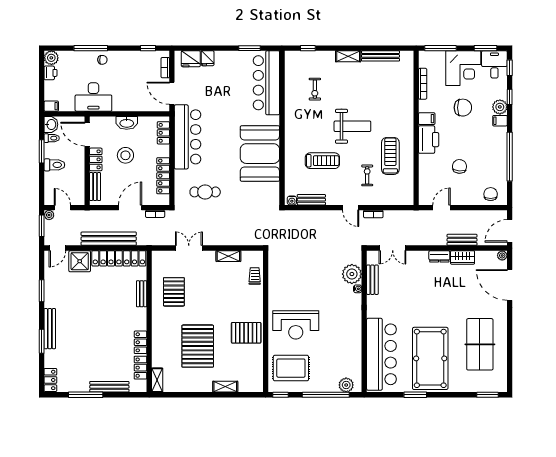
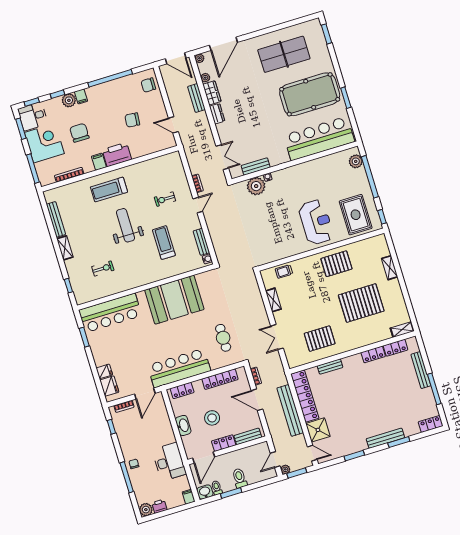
treadmill: (390, 156) -> (109, 190), moved
plant: (480, 255) -> (205, 78), added
pallet: (246, 333) -> (336, 264), turned 90

